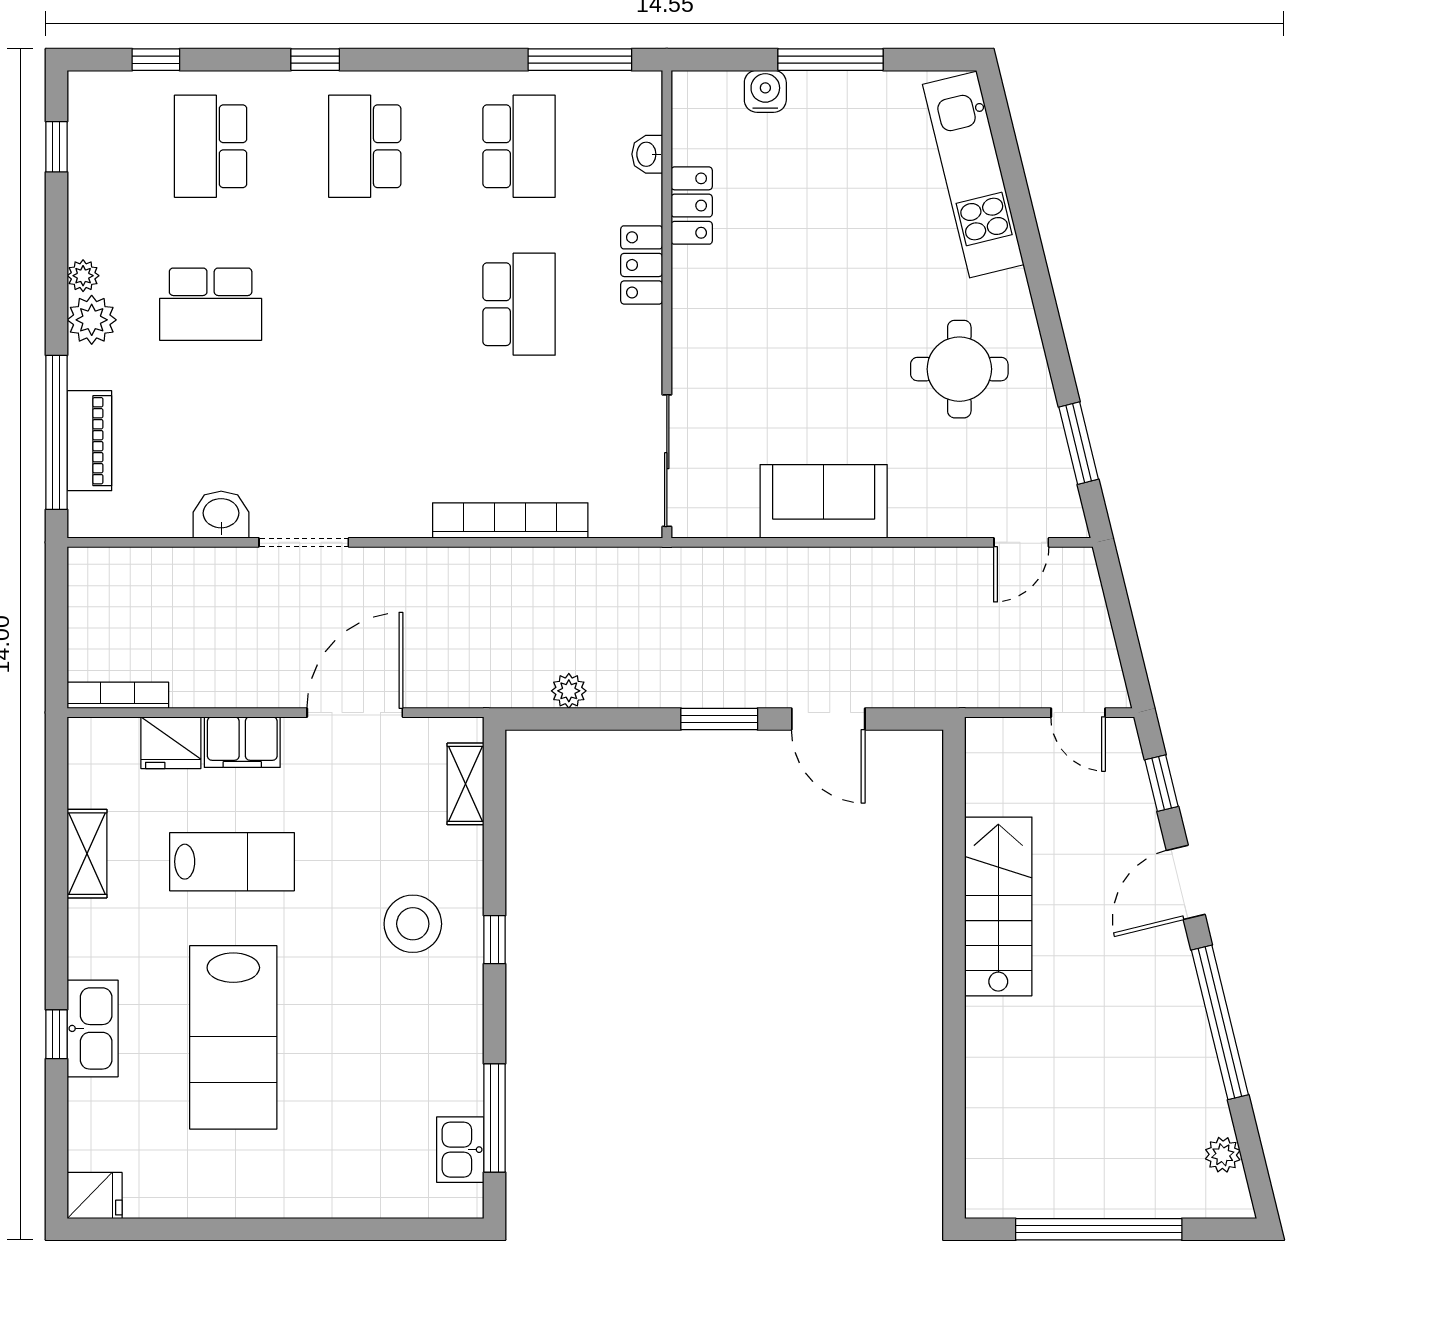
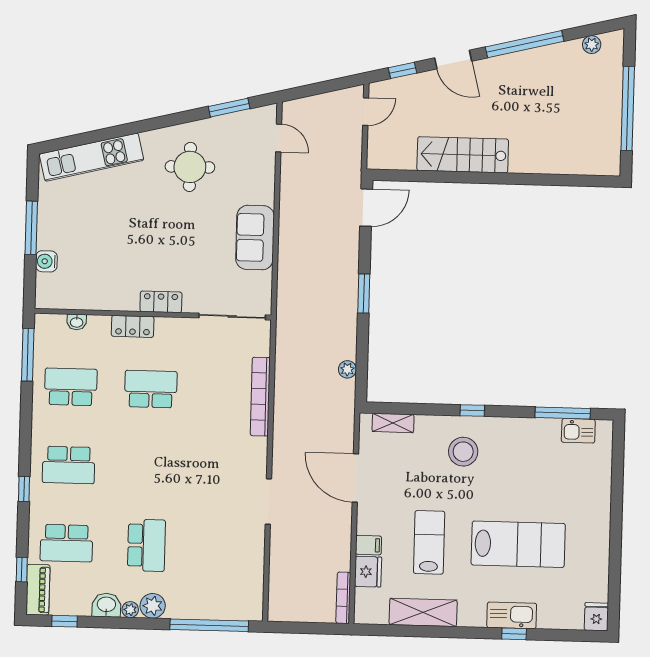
locker: (692, 206) -> (161, 302), moved
piano: (89, 441) -> (38, 590), moved, turned 90
washbasin: (221, 515) -> (106, 605), moved, turned 90
door: (828, 719) -> (366, 208), moved
filing cabinet: (242, 742) -> (368, 545), width x0.50
shelving: (87, 854) -> (423, 612), width x1.50, depth x1.33

